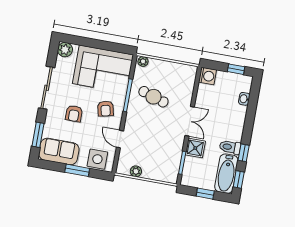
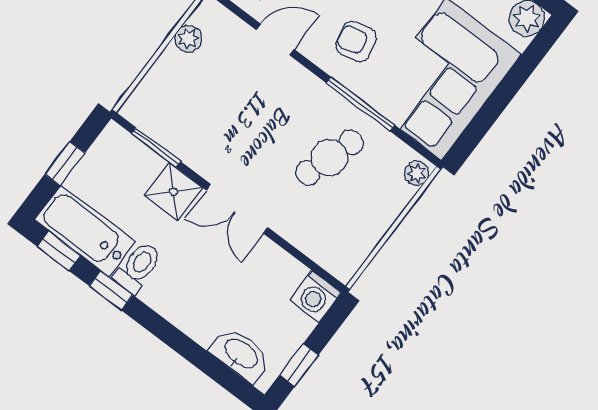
washbasin: (244, 99) -> (240, 354), width x1.91, depth x1.45

